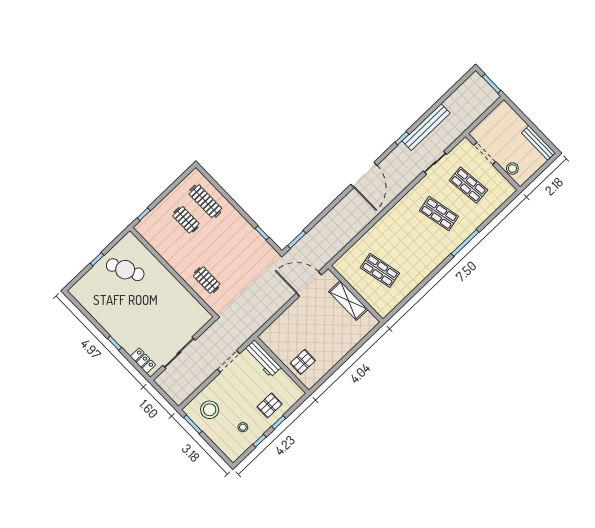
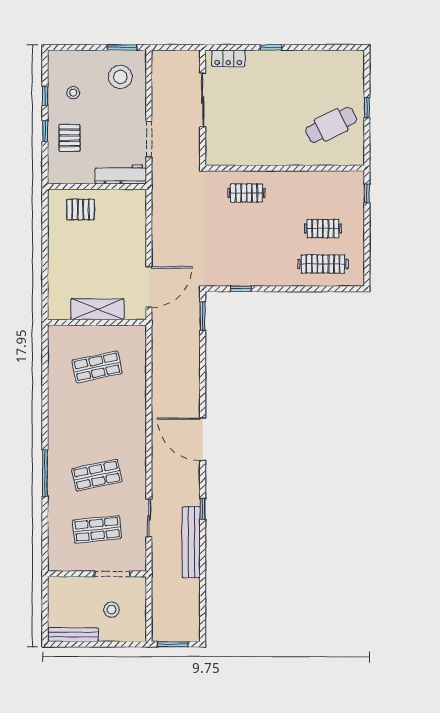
stool: (512, 169) -> (111, 610), moved
pallet: (303, 362) -> (81, 210), turned 90

